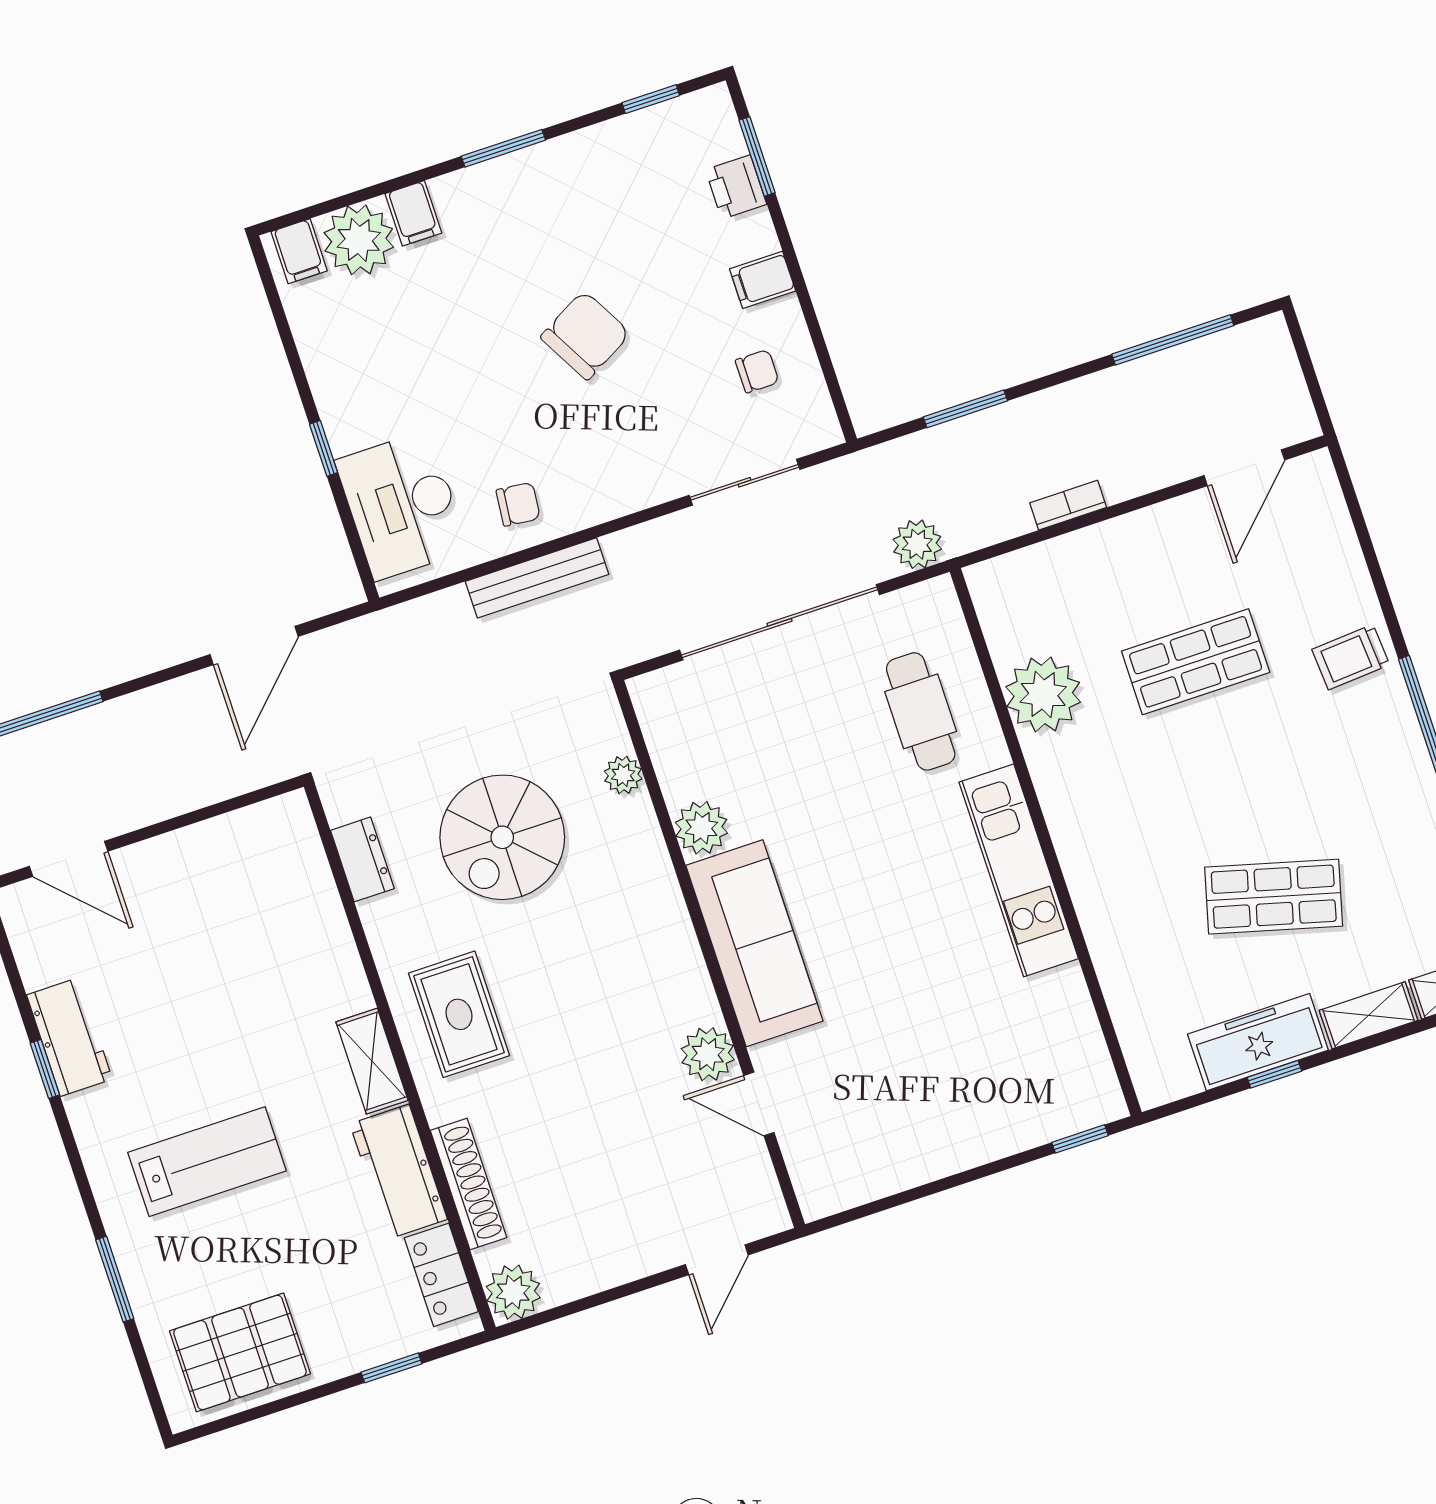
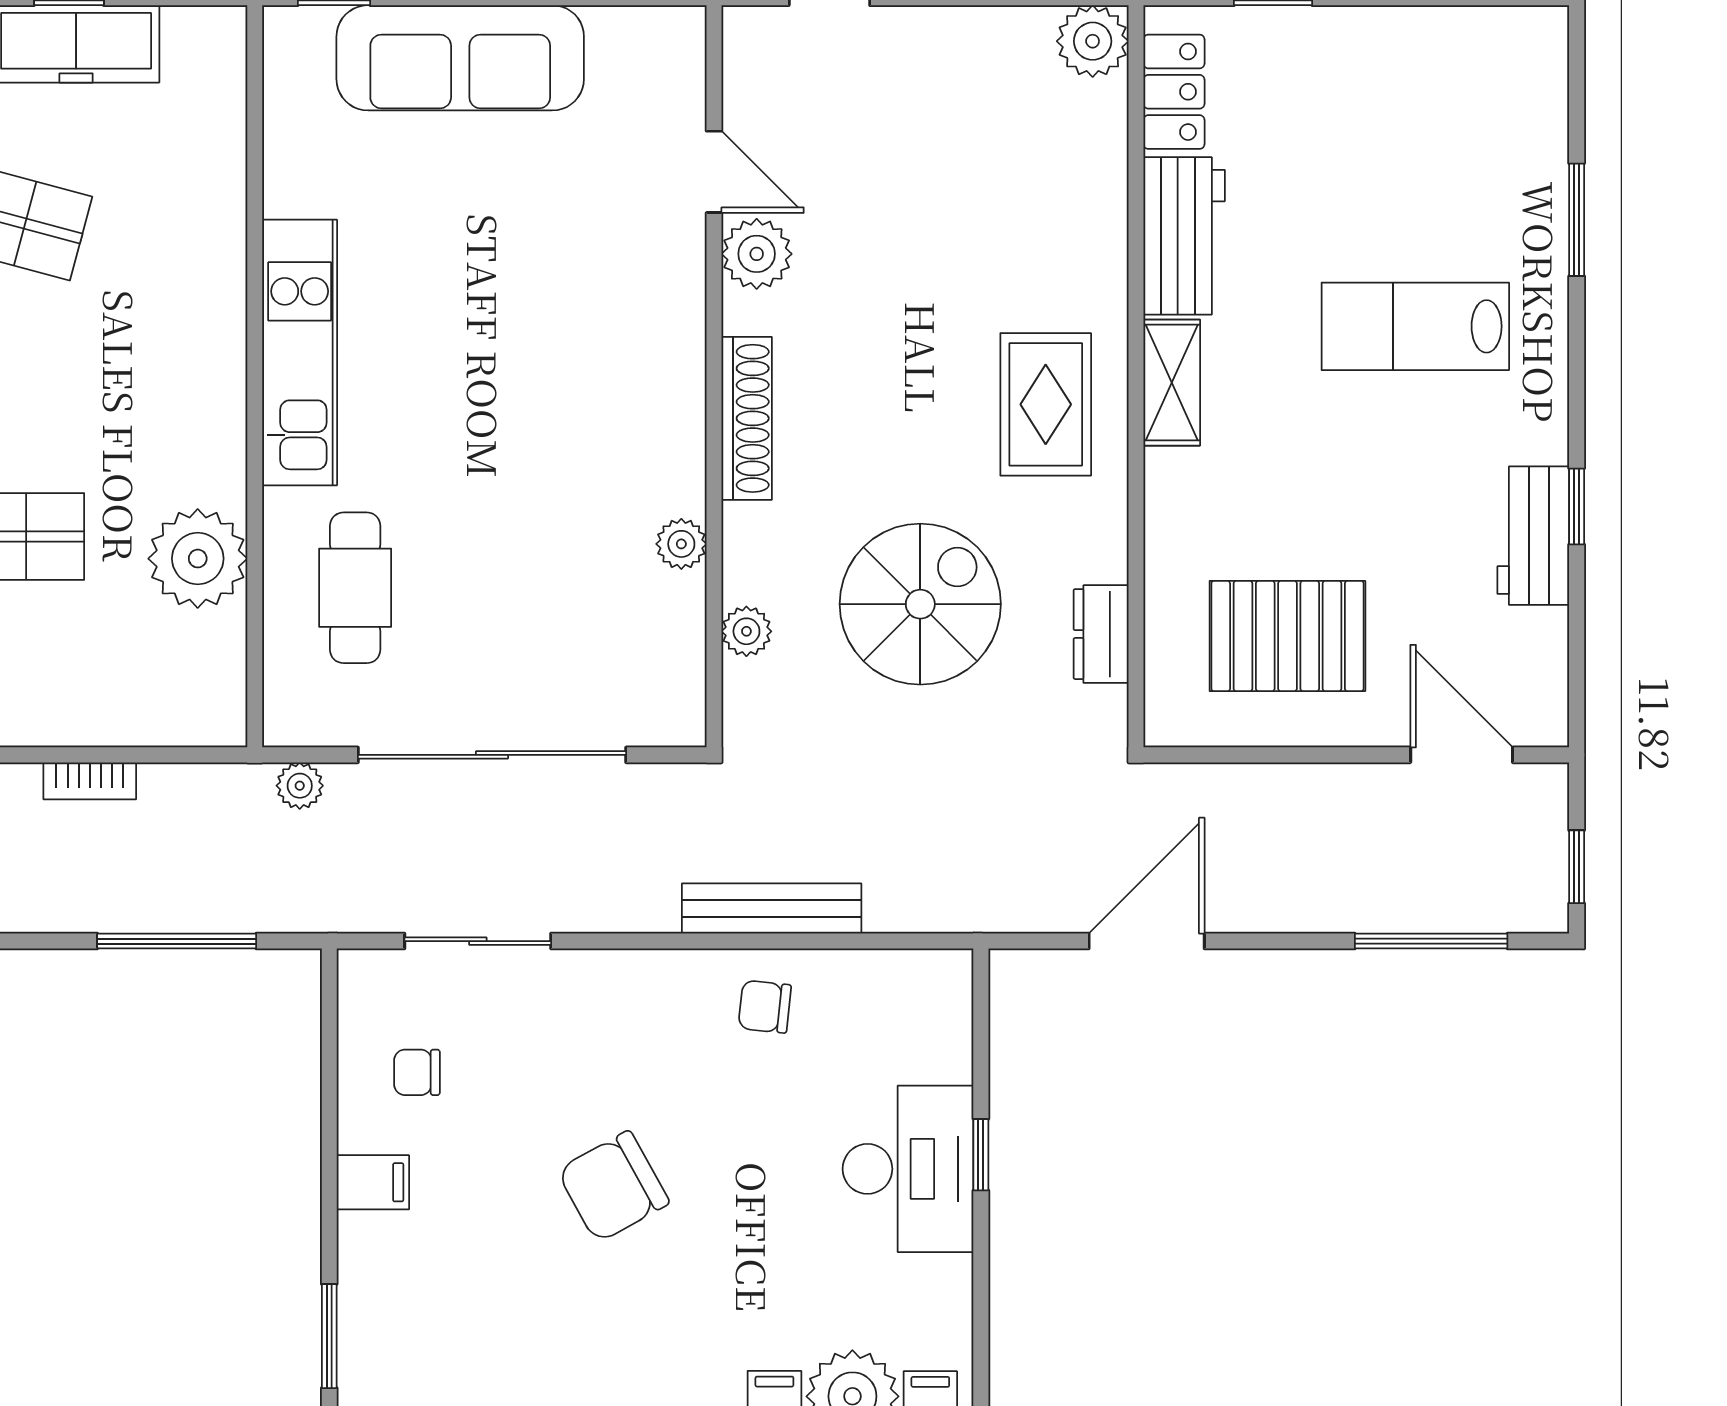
printer: (736, 187) -> (368, 1307), removed
window: (965, 409) -> (177, 941), width x1.44
desk: (402, 505) -> (908, 1169), moved
plant: (917, 544) -> (300, 786), width x0.73, depth x0.73
plant: (701, 828) -> (681, 544), width x0.73, depth x0.73
sofa: (754, 943) -> (460, 58), moved, turned -90
shoe rack: (469, 1184) -> (747, 418), moved, turned 180
pallet: (240, 1352) -> (1287, 636), moved

